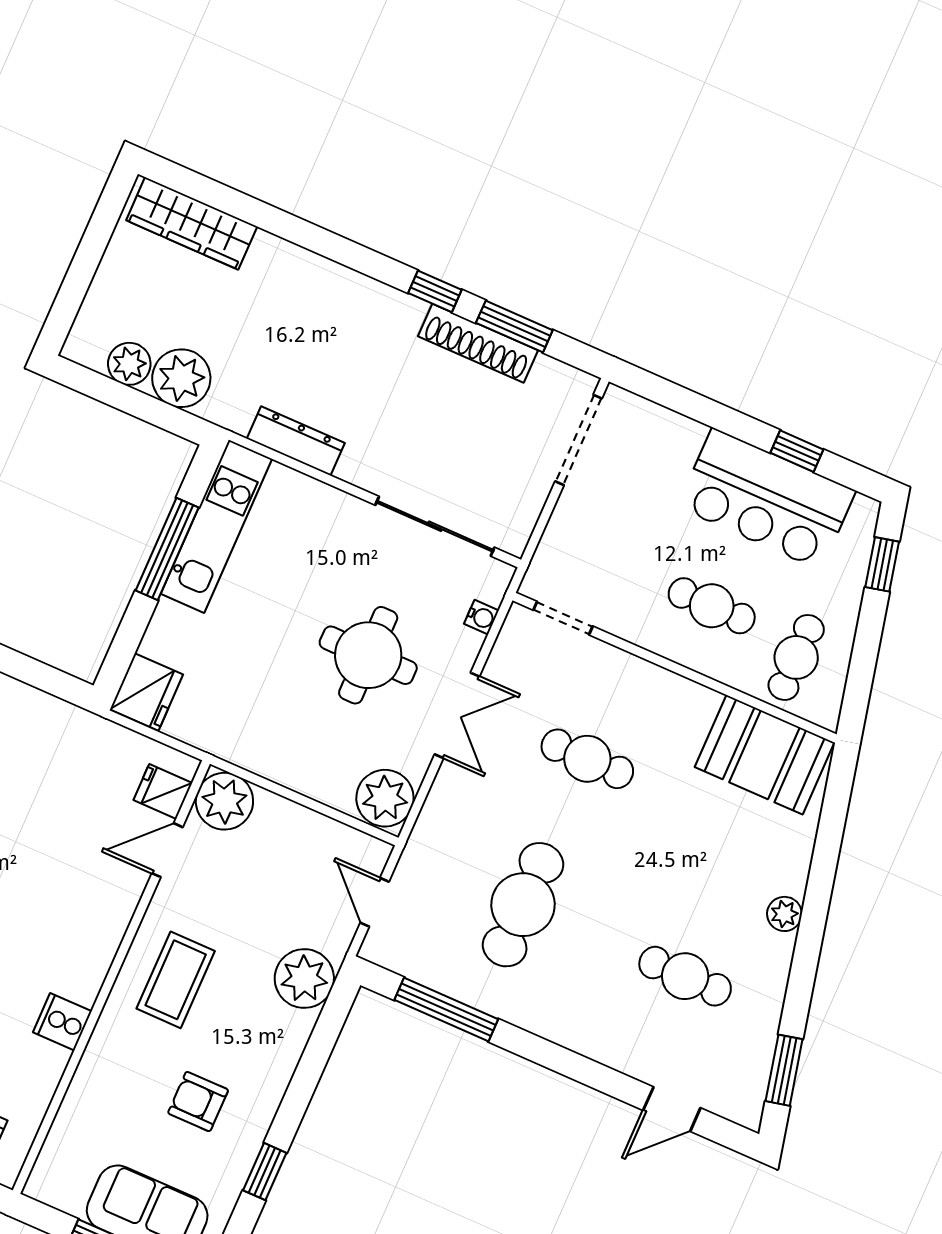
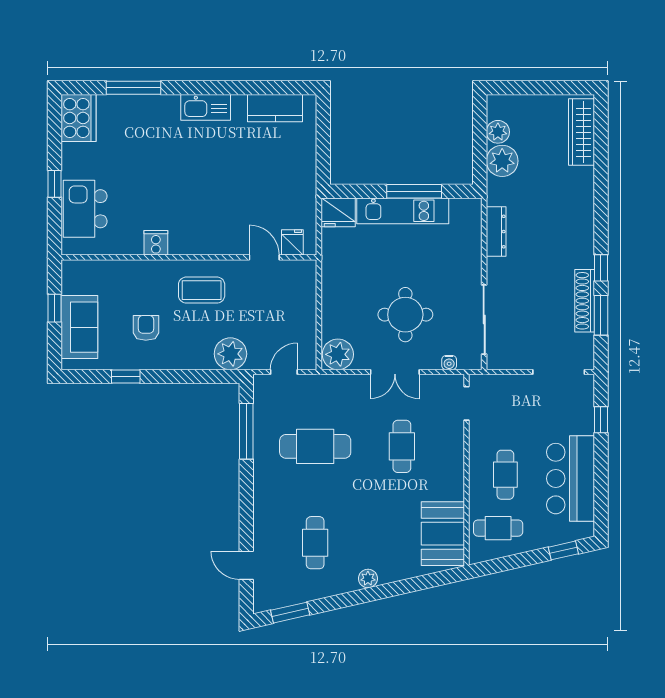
window: (797, 451) -> (601, 420), moved
kitchen unit: (216, 526) -> (403, 211), moved
plant: (224, 801) -> (301, 275), removed

